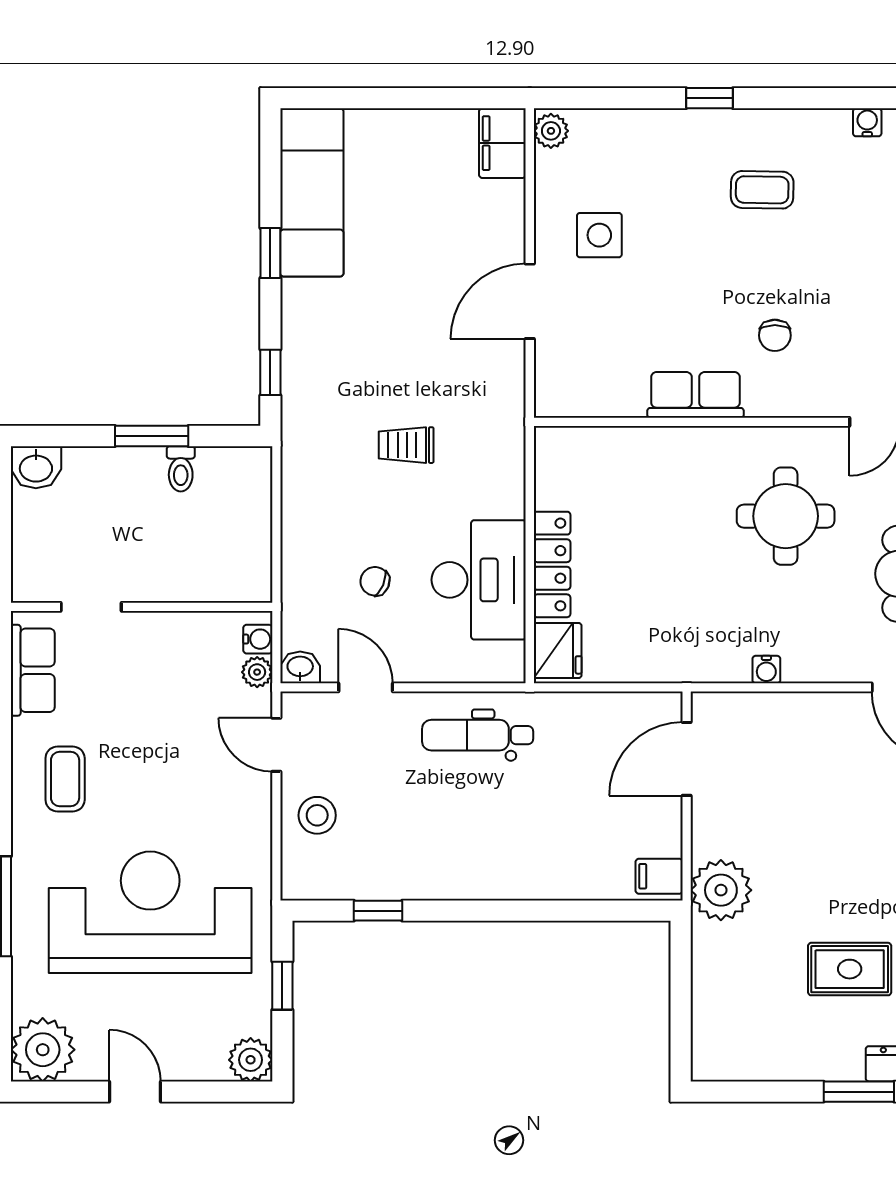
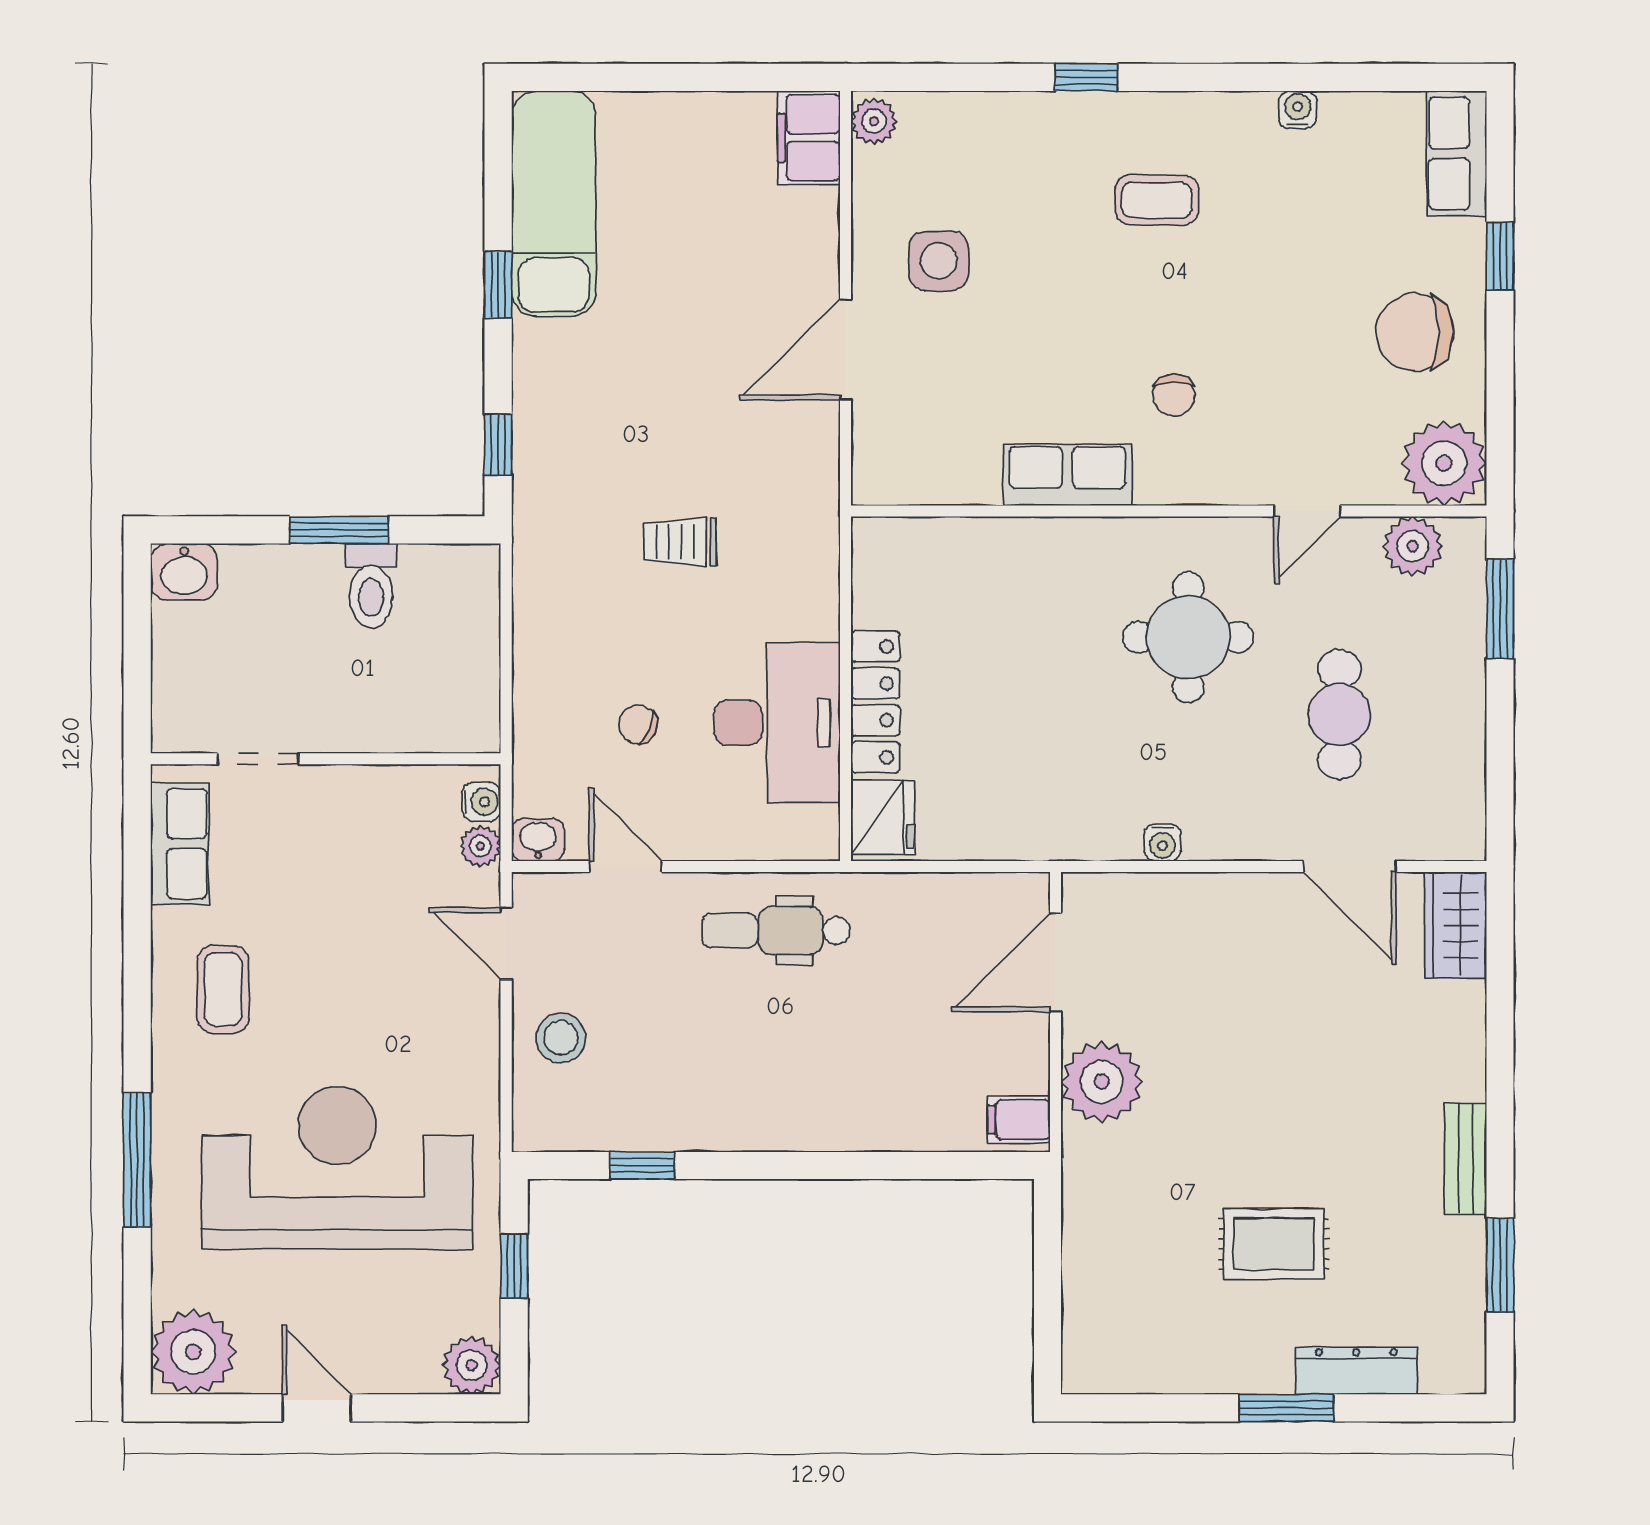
toilet: (181, 469) -> (371, 586), width x1.37, depth x1.39
plant: (721, 890) -> (1102, 1082), moved

